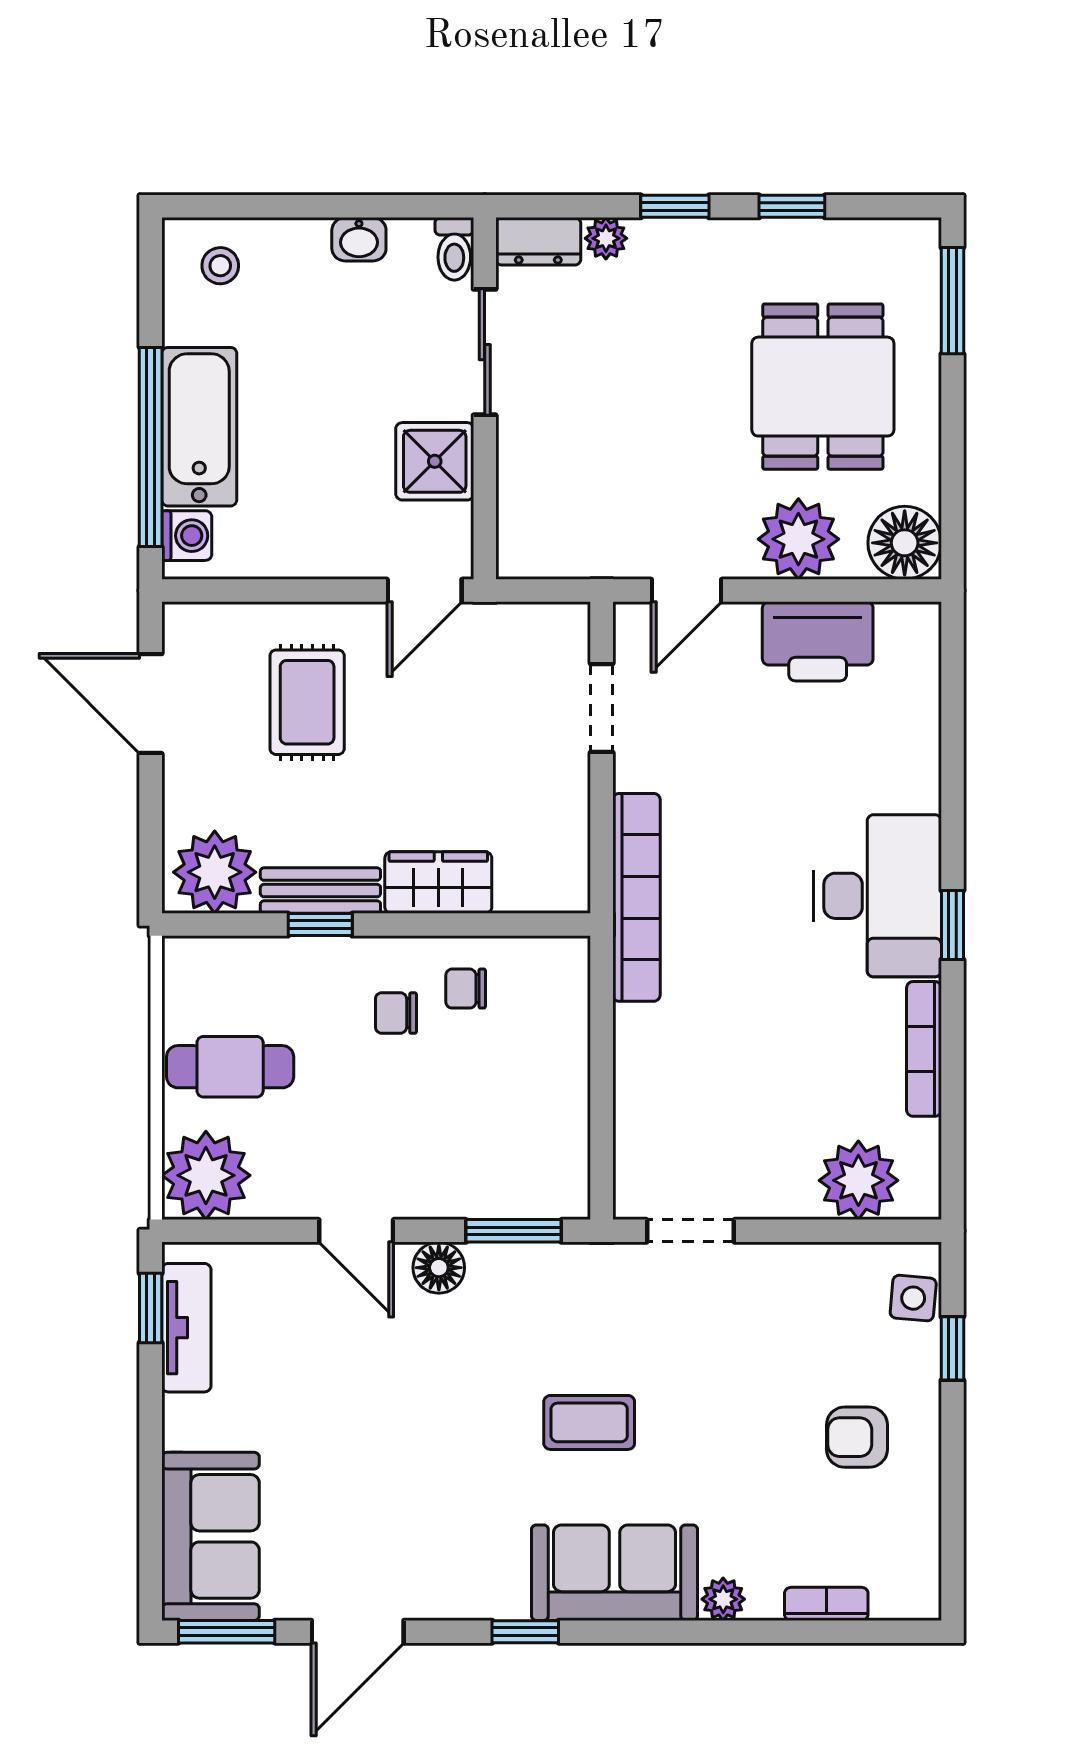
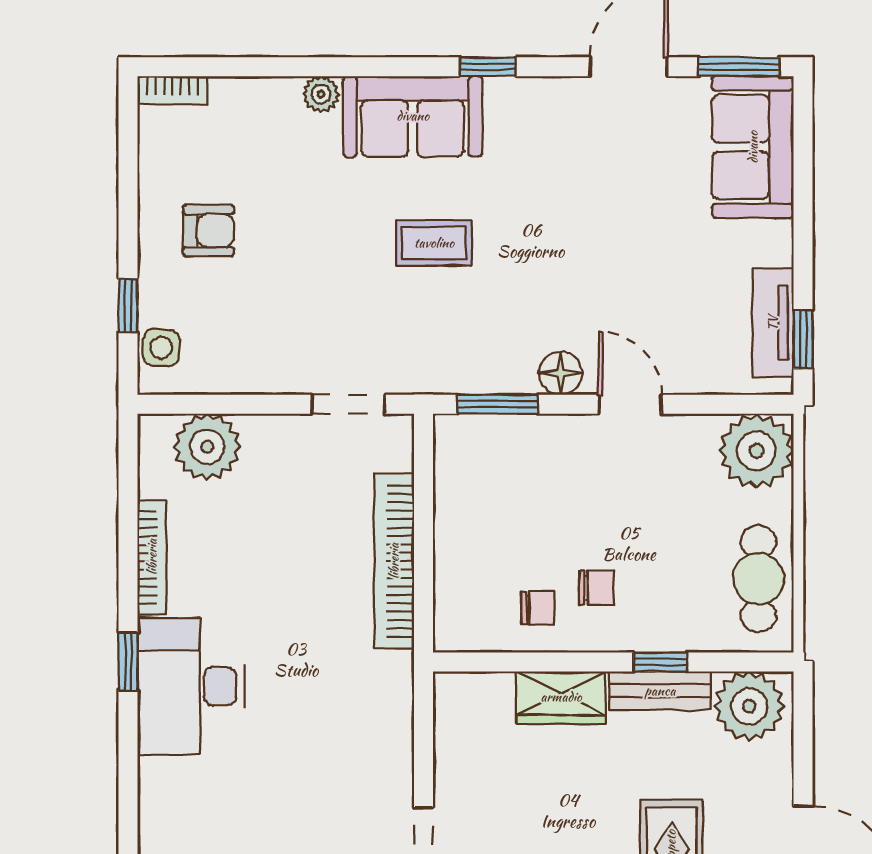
bookcase: (636, 897) -> (394, 561), moved
cafe table: (230, 1067) -> (758, 579), moved, turned 90
bookcase: (826, 1604) -> (173, 90), moved

